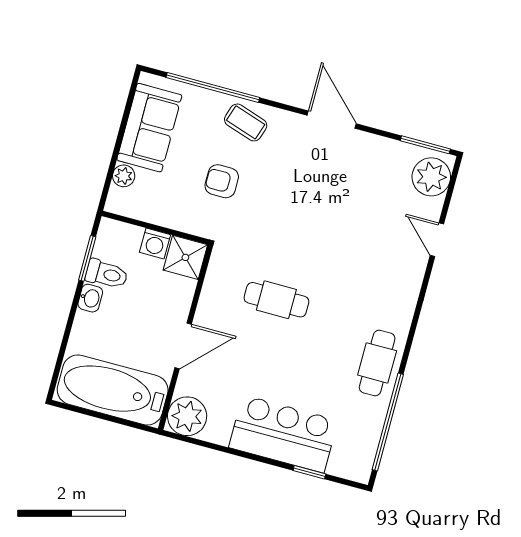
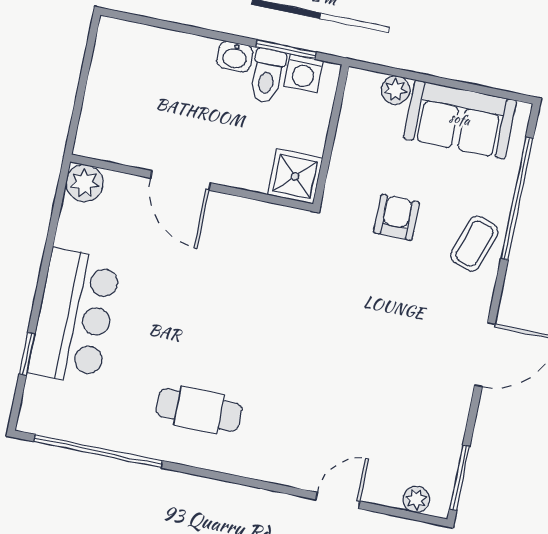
plant: (431, 177) -> (416, 499), width x0.53, depth x0.53
washing machine: (155, 243) -> (303, 73), moved, turned -90
cafe table: (276, 300) -> (247, 298), removed
cafe table: (377, 363) -> (199, 410), moved
bathtub: (113, 390) -> (118, 93), removed
plant: (187, 416) -> (84, 183), width x0.73, depth x0.73

